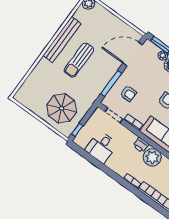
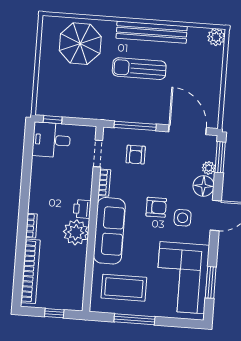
parasol: (62, 108) -> (80, 44), moved
desk: (101, 147) -> (51, 140), moved

